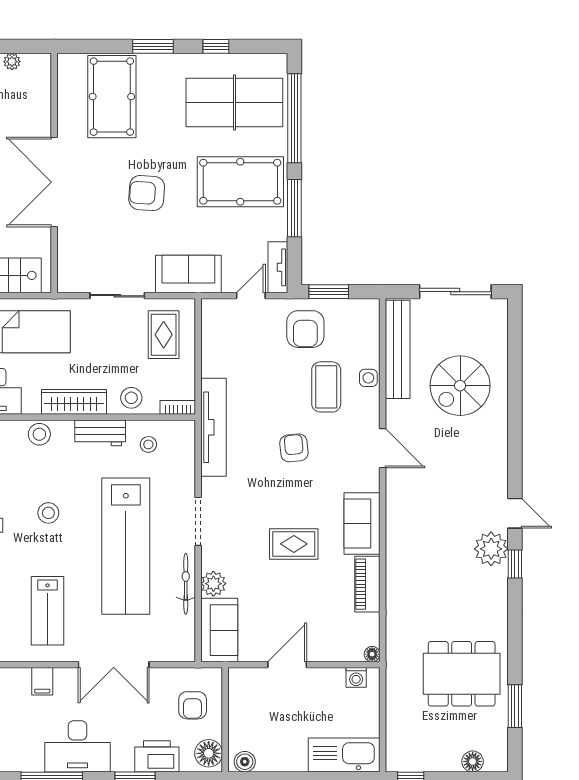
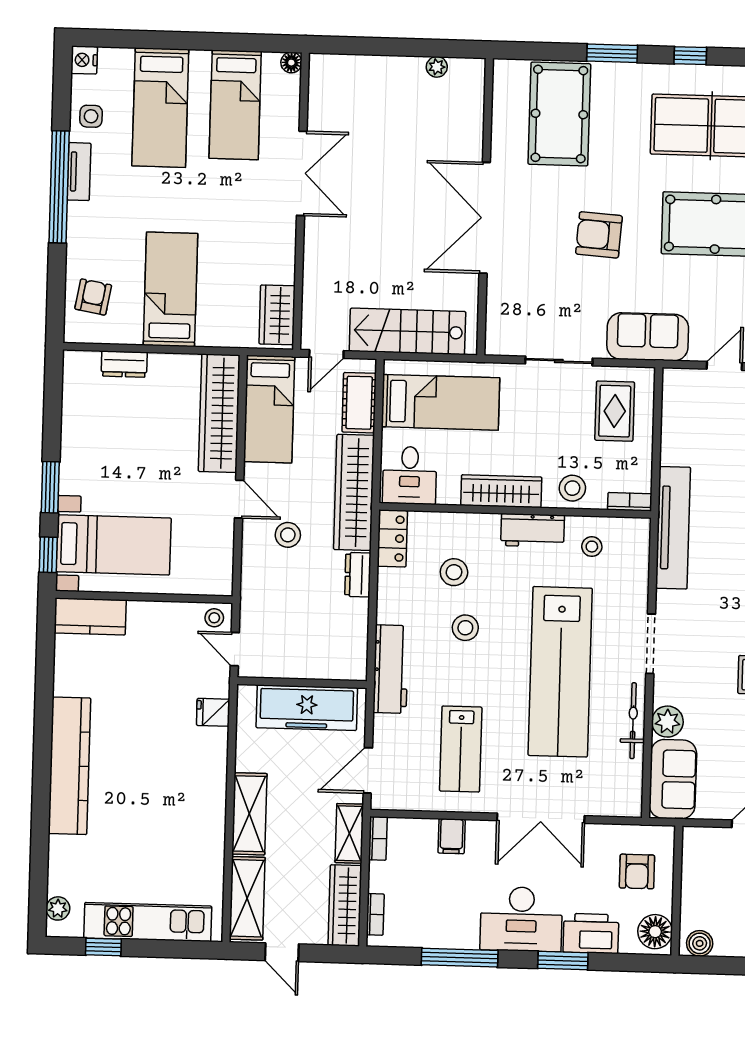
stool: (39, 434) -> (454, 572), moved
desk: (78, 746) -> (521, 919), moved

